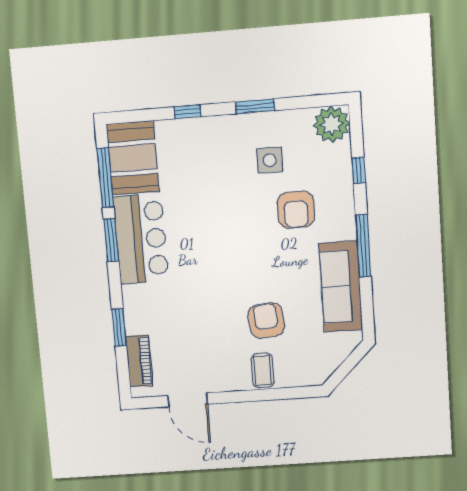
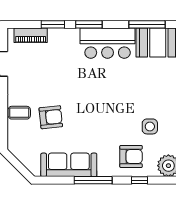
armchair: (296, 210) -> (131, 156), moved, turned 180
window: (111, 240) -> (89, 24), moved

